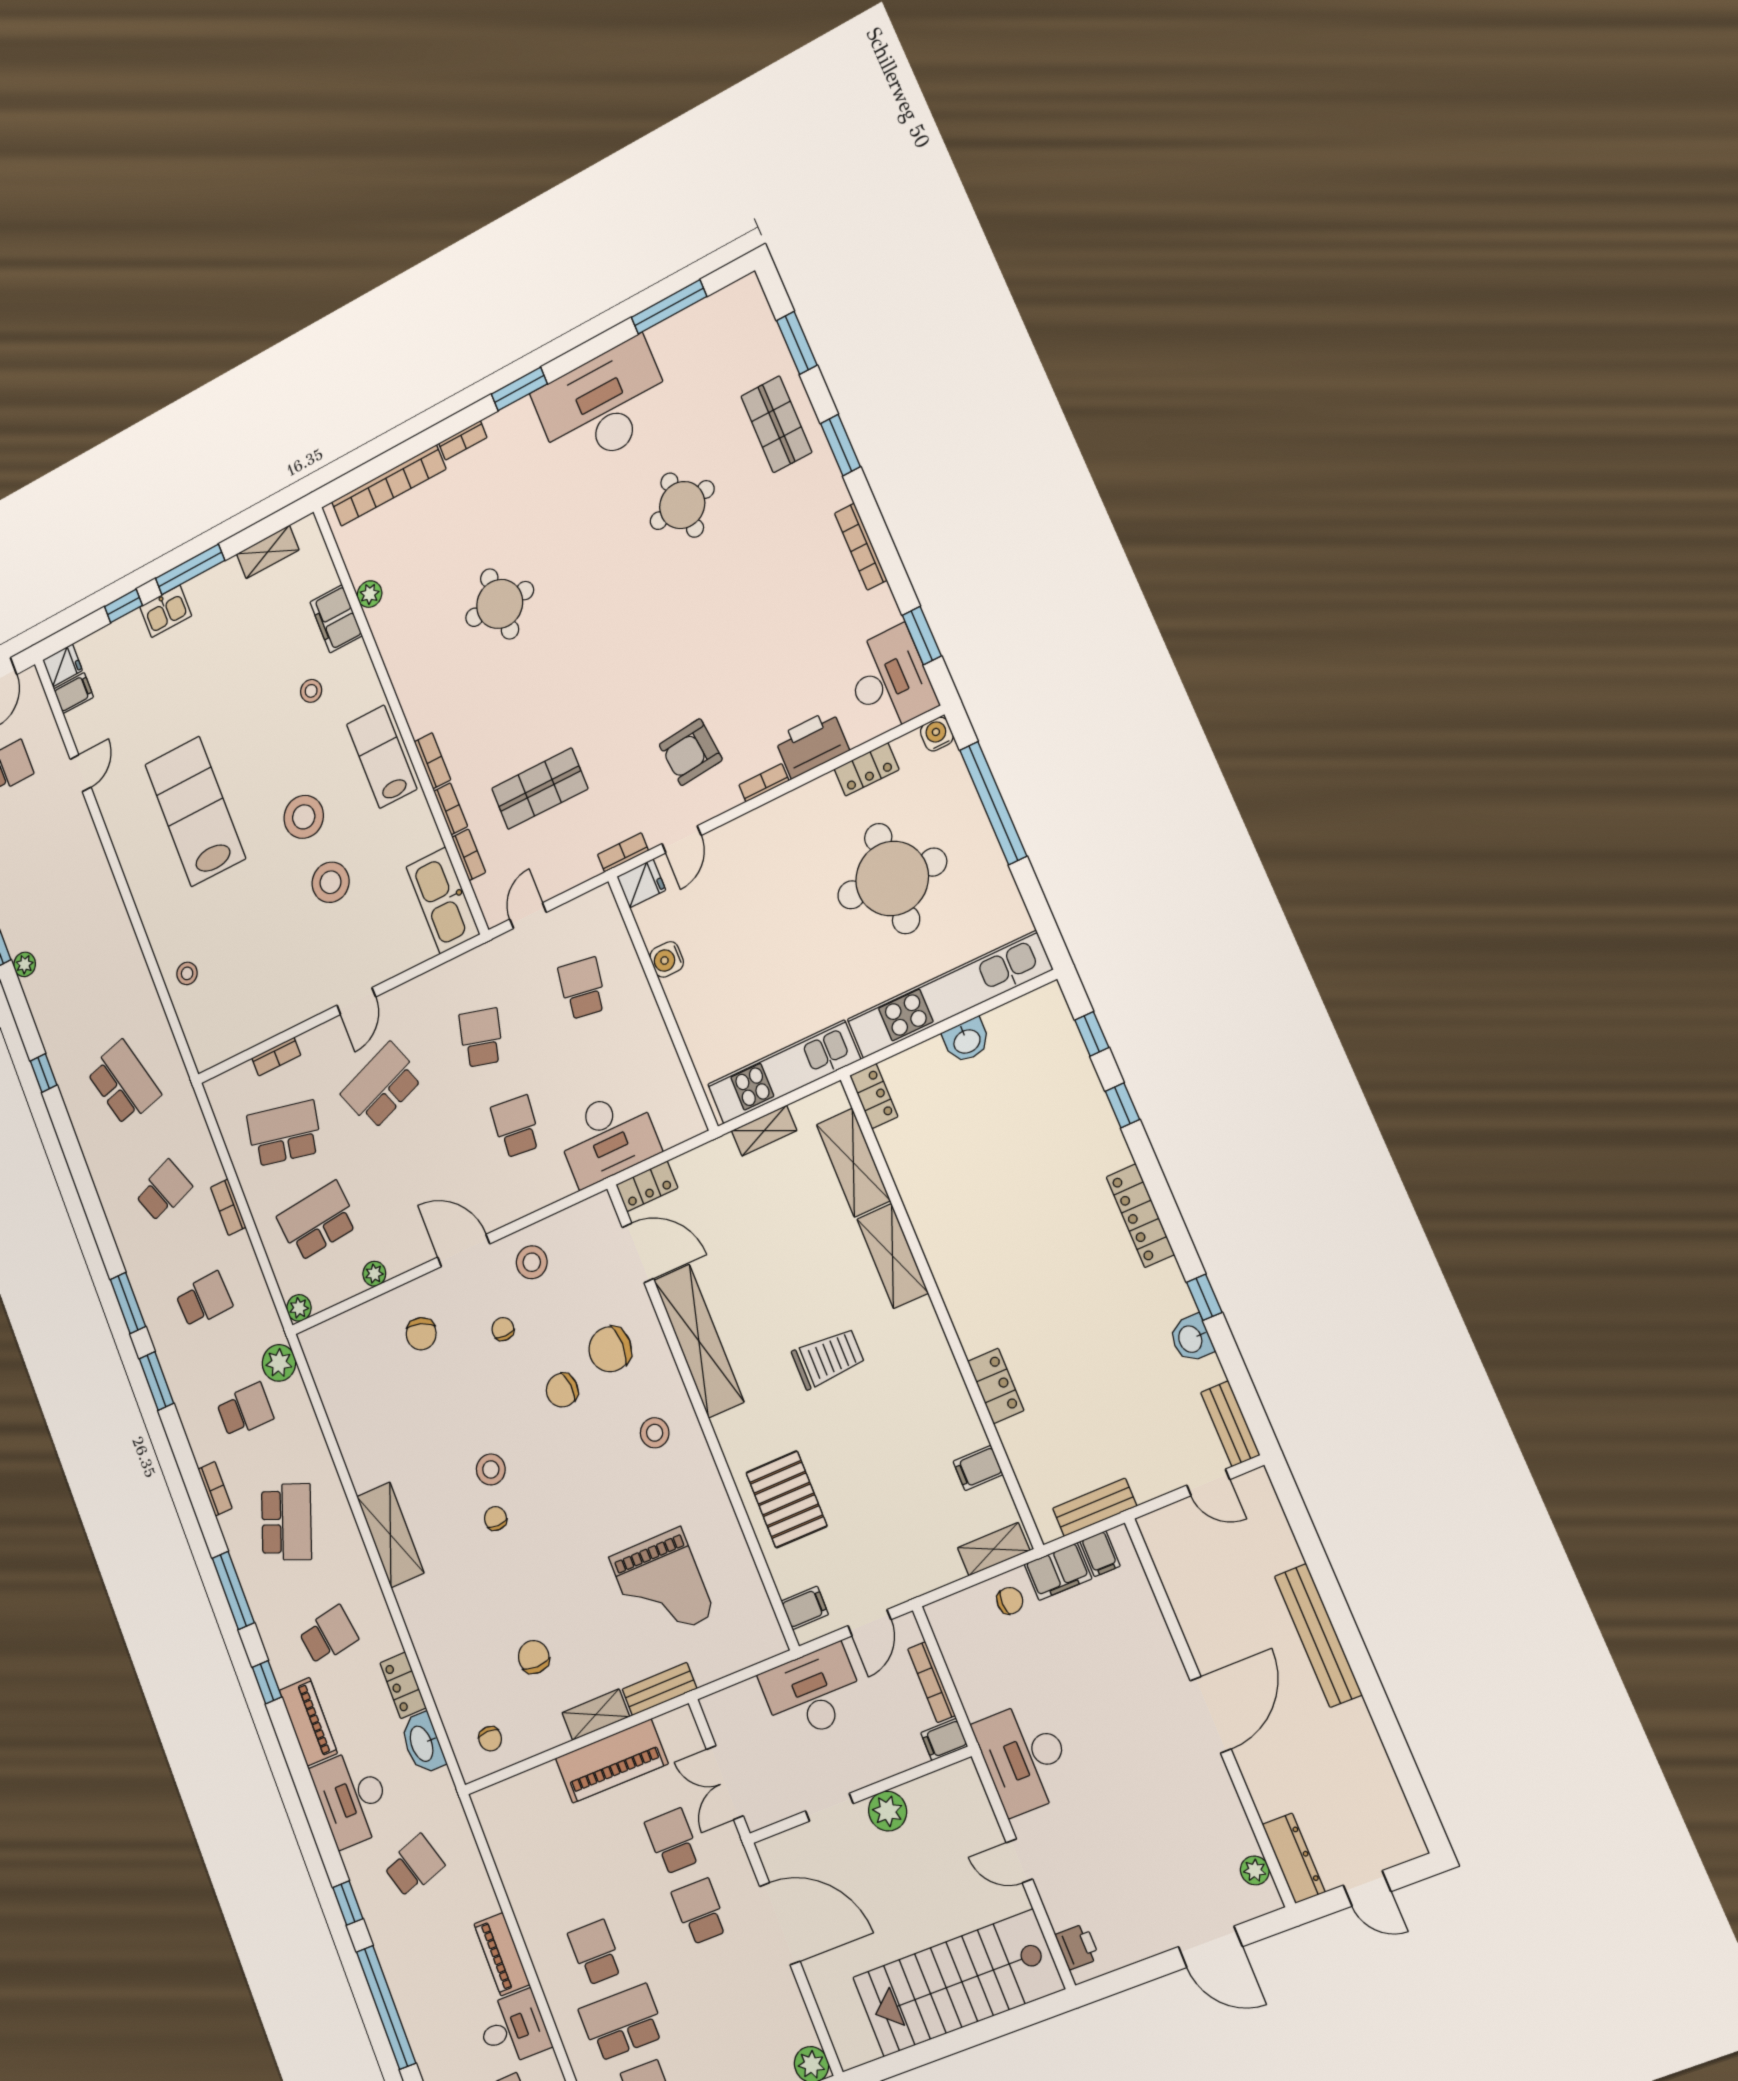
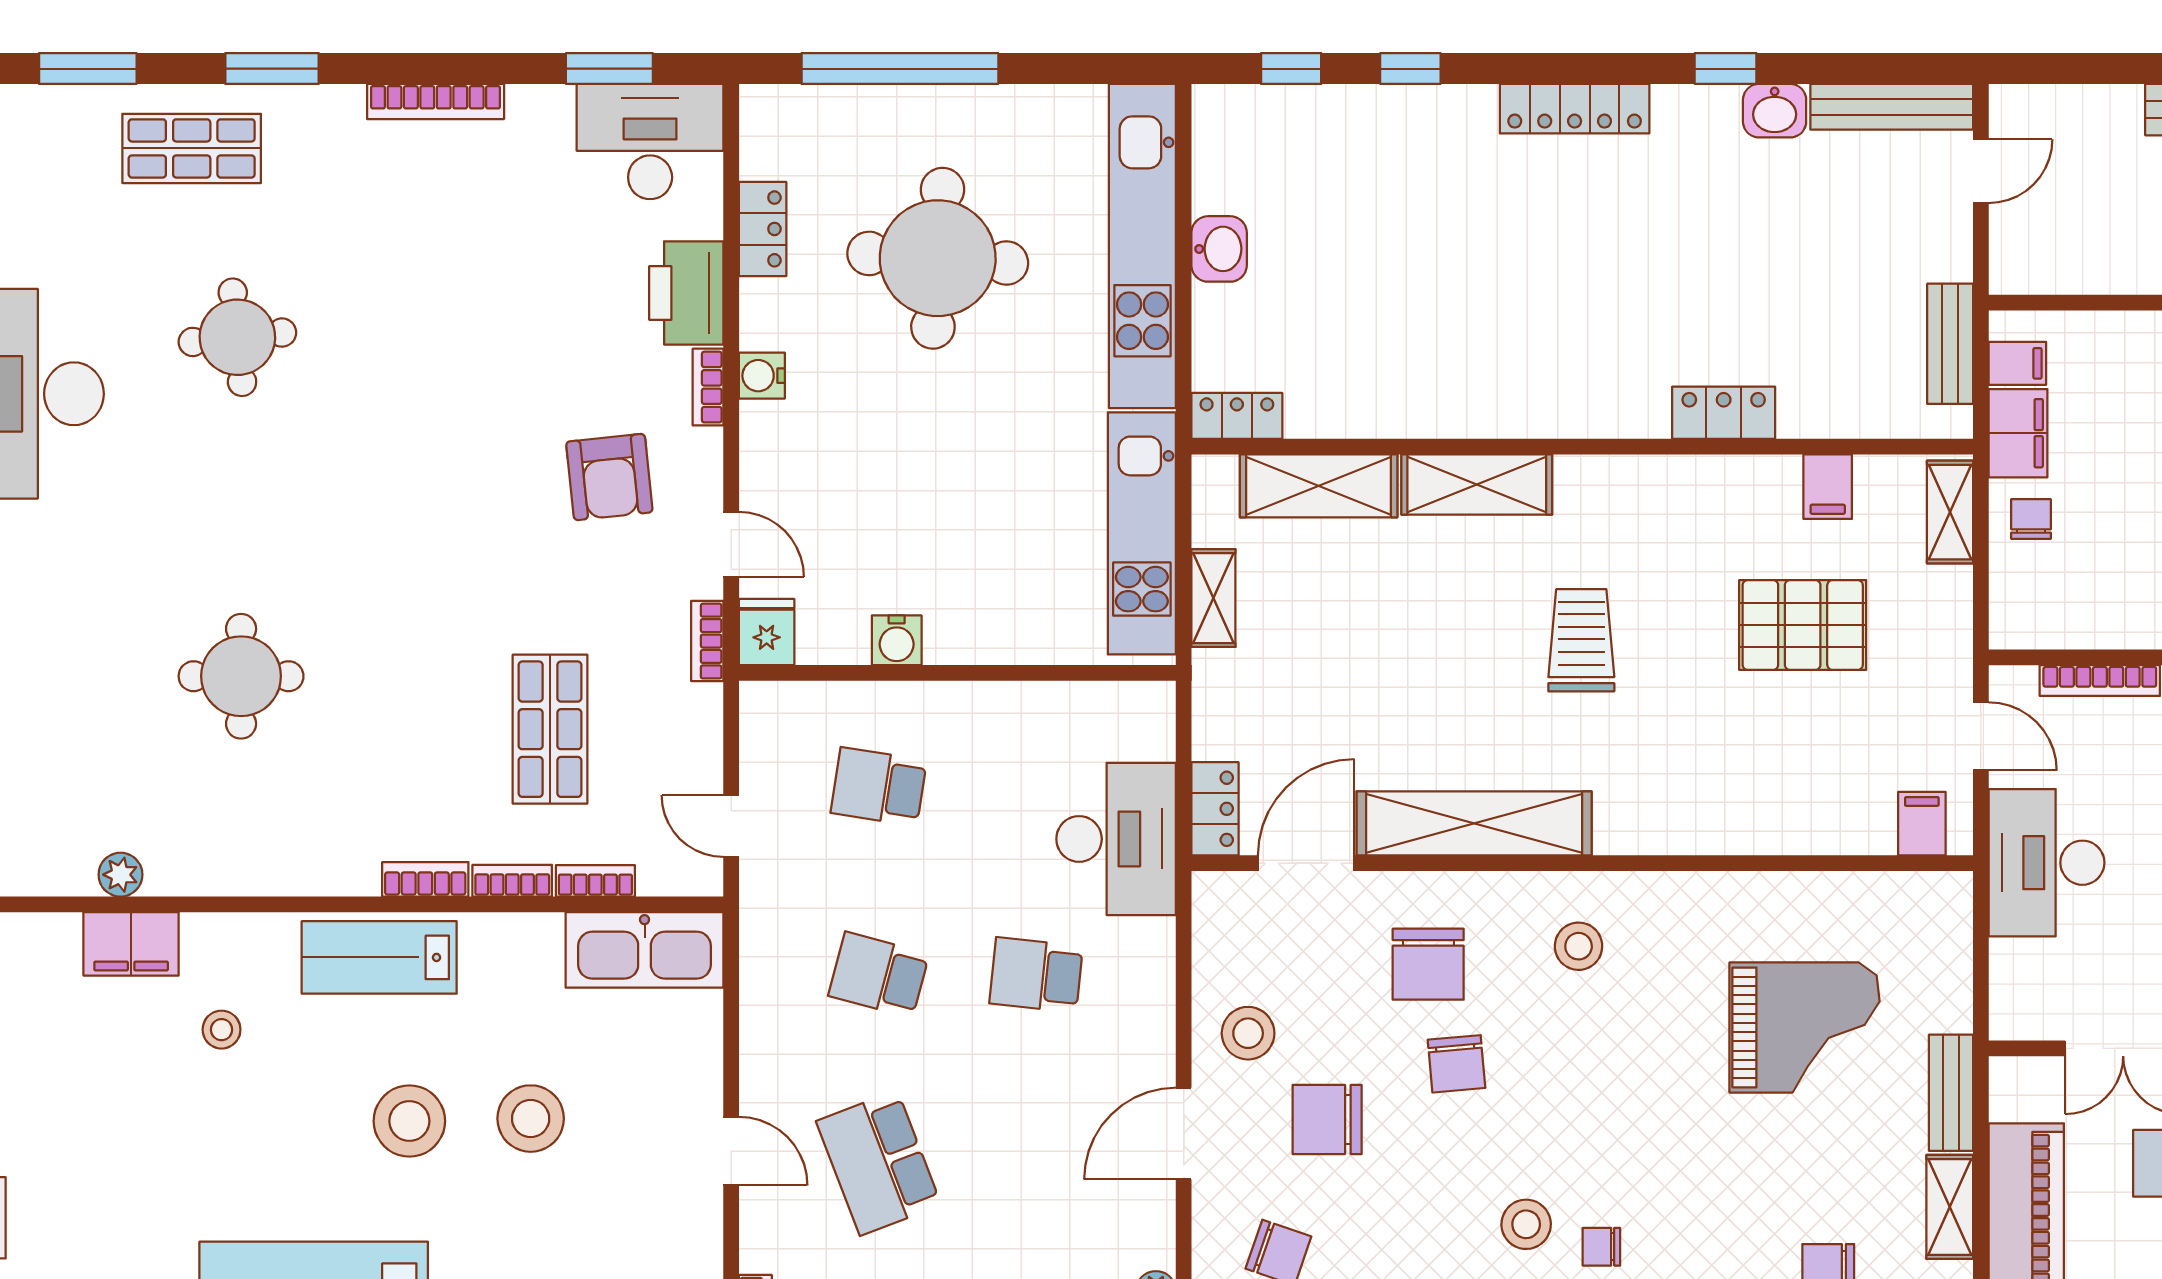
water cooler: (937, 734) -> (762, 376), moved
chair: (503, 1329) -> (1327, 1119), width x1.87, depth x1.87
bench: (1230, 1424) -> (1892, 107), width x1.36
pallet: (787, 1499) -> (1803, 625), moved

